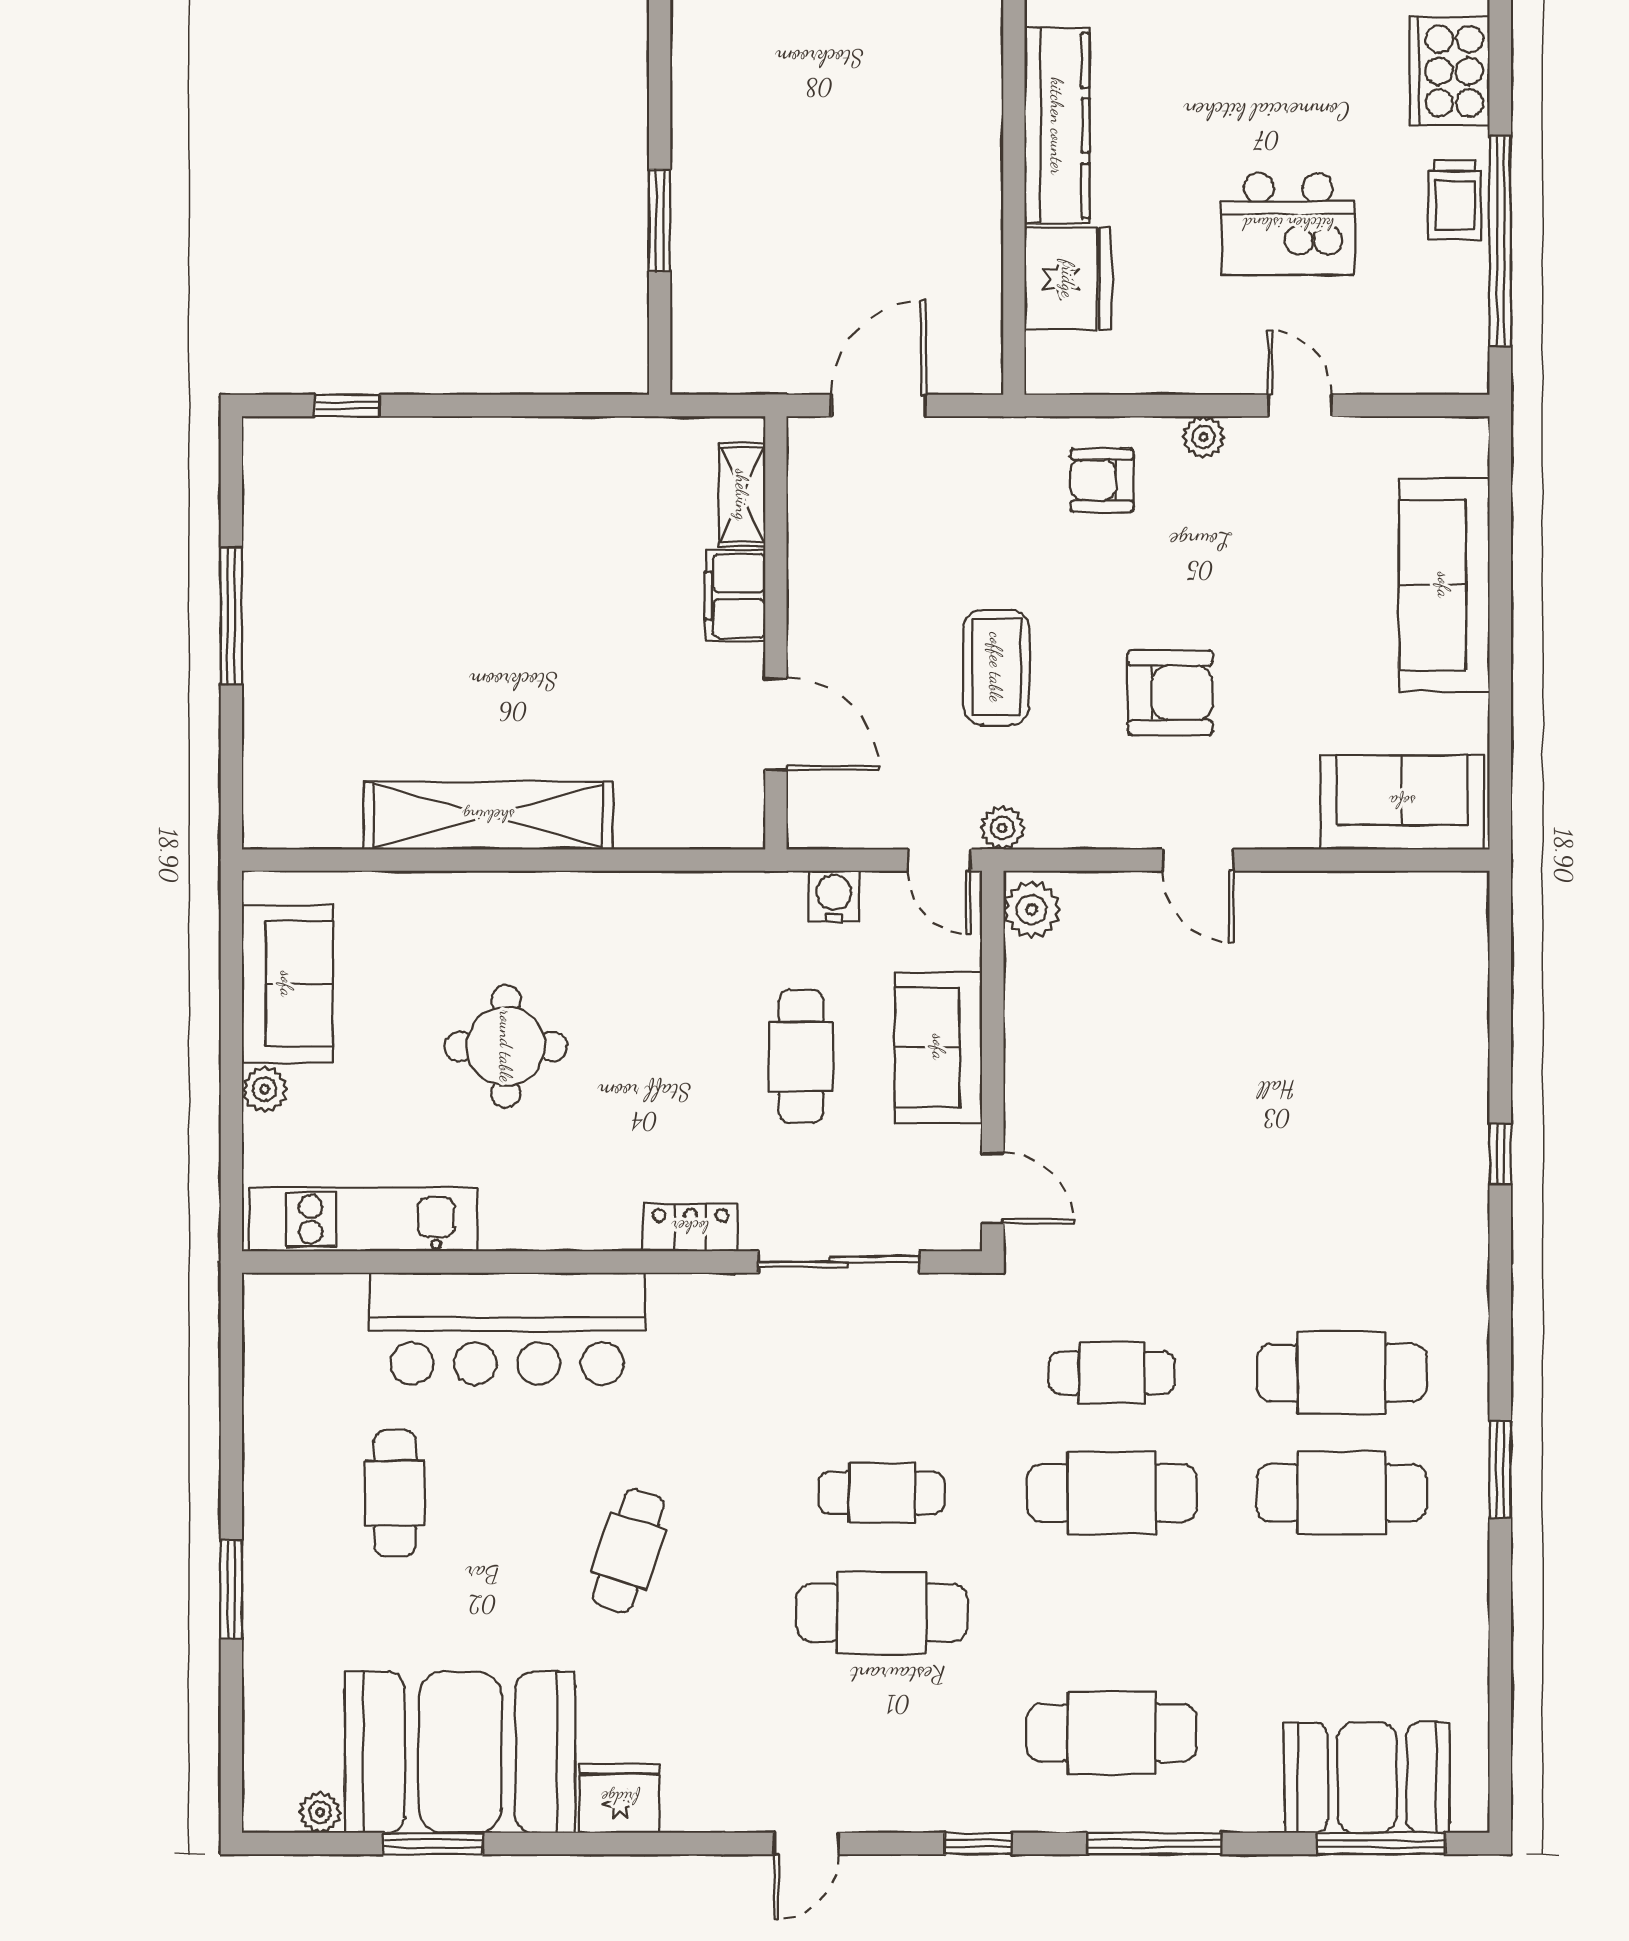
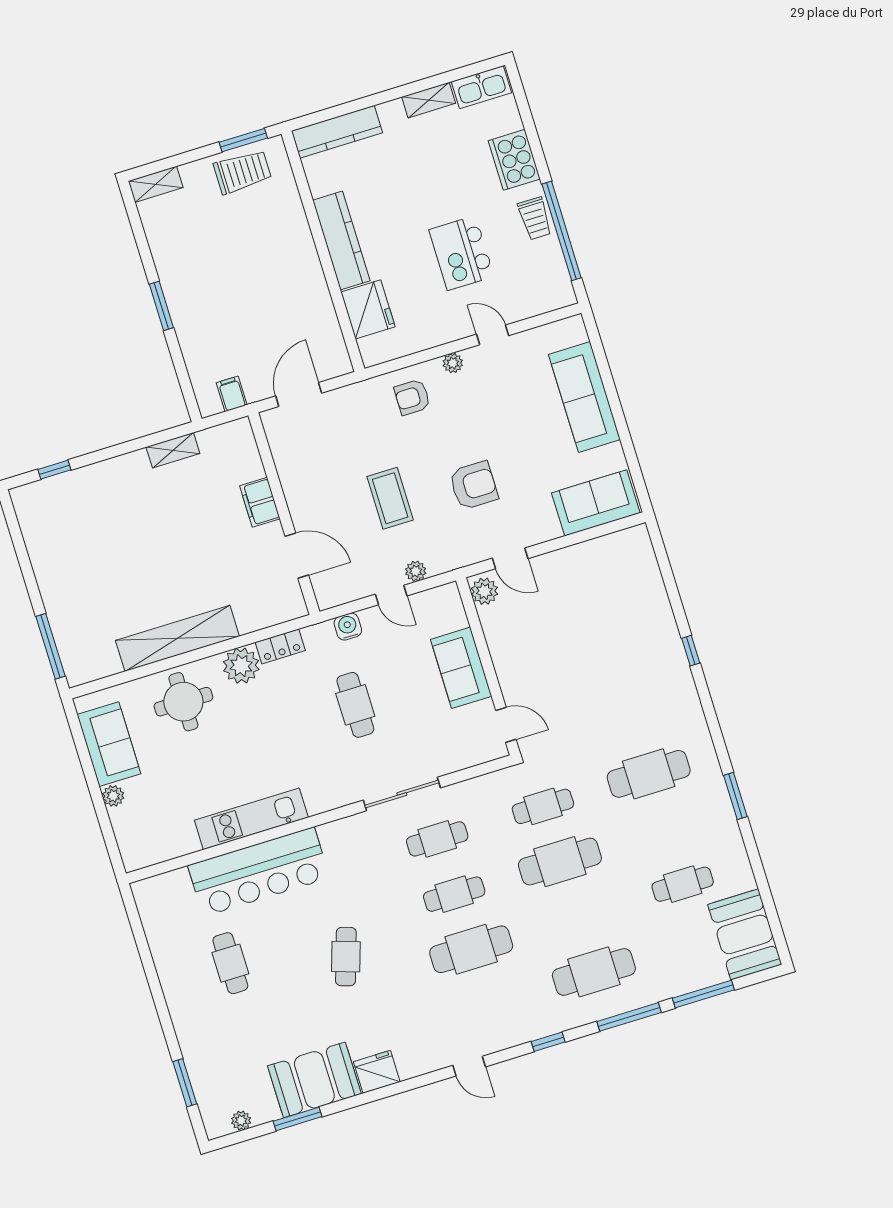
window: (660, 220) -> (161, 306), moved
kitchen island: (1288, 224) -> (462, 253), turned 90
filing cabinet: (746, 363) -> (232, 394), added
shelving: (742, 495) -> (173, 450), moved, turned 90
window: (231, 616) -> (51, 646), moved
plant: (598, 909) -> (241, 666), added
plant: (1032, 910) -> (484, 591), moved
round table: (506, 1046) -> (183, 702), moved
sofa: (939, 1047) -> (461, 668), moved
wall: (993, 1061) -> (488, 666), moved
door: (993, 1188) -> (506, 725), moved
kitchen unit: (363, 1219) -> (251, 819), moved
locker: (690, 1227) -> (280, 646), moved, turned 180
cafe table: (882, 1373) -> (437, 839), added
cafe table: (1342, 1493) -> (683, 884), moved, width x0.73, depth x0.74
window: (231, 1590) -> (185, 1083), moved
booth: (460, 1752) -> (314, 1080), width x0.73, depth x0.70
booth: (1367, 1778) -> (745, 934), moved, turned 90
door: (806, 1844) -> (469, 1066), hinge flipped
window: (1381, 1844) -> (703, 994), moved

